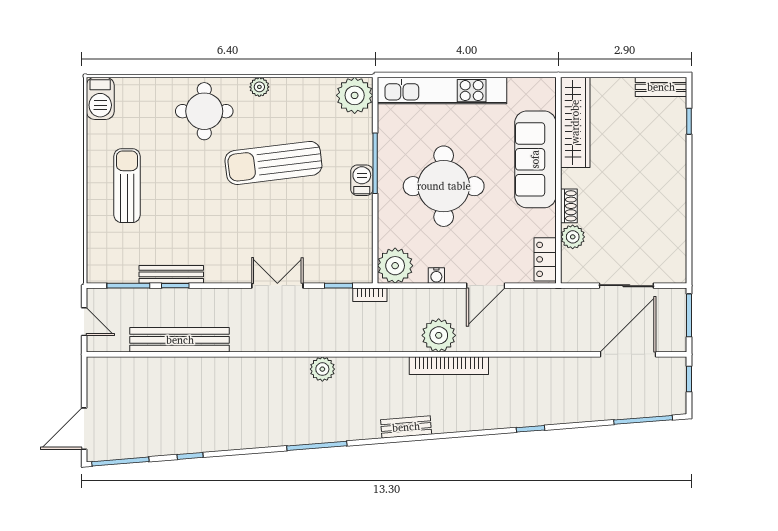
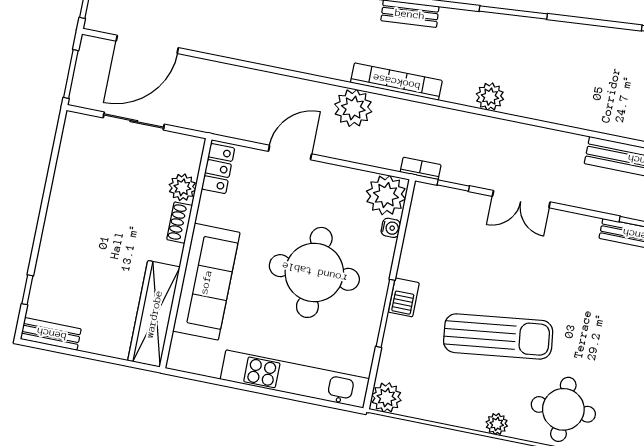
plant: (355, 95) -> (386, 398), width x0.73, depth x0.73
water cooler: (436, 275) -> (391, 228), moved, turned 90
bookcase: (449, 366) -> (396, 82), moved

